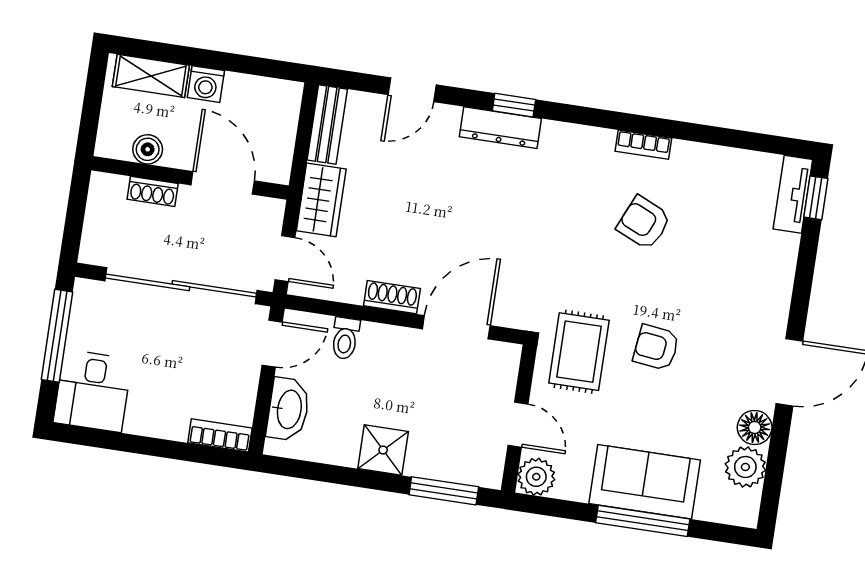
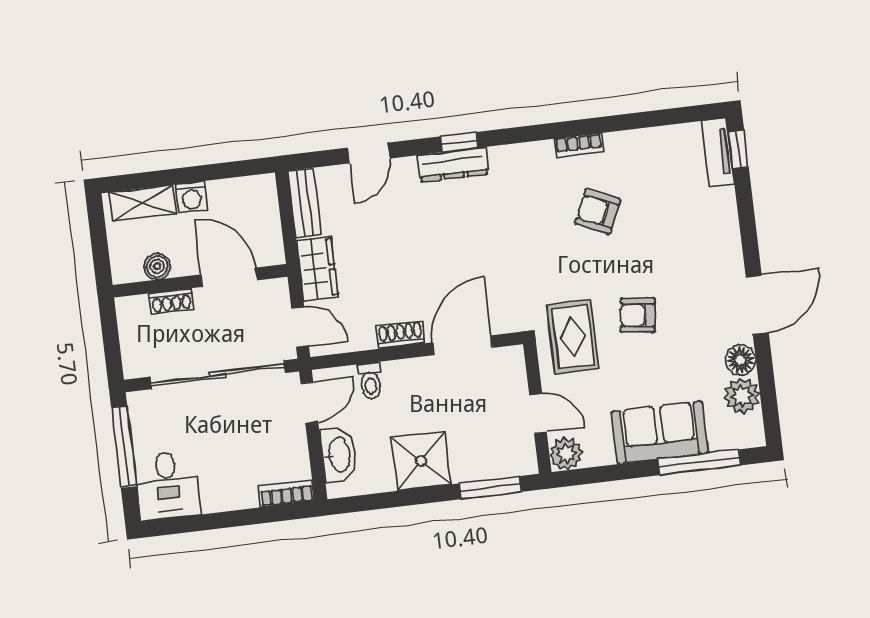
shower: (383, 450) -> (421, 461), width x1.36, depth x1.36
window: (643, 521) -> (699, 462), moved

